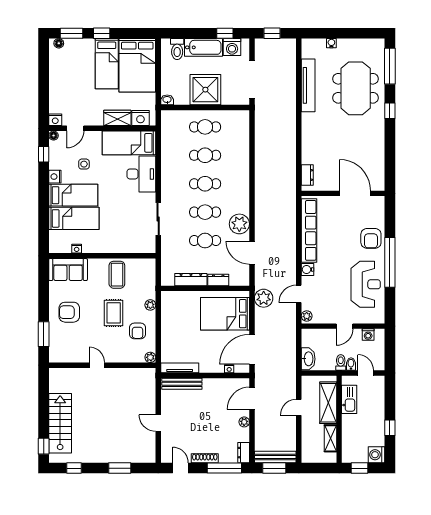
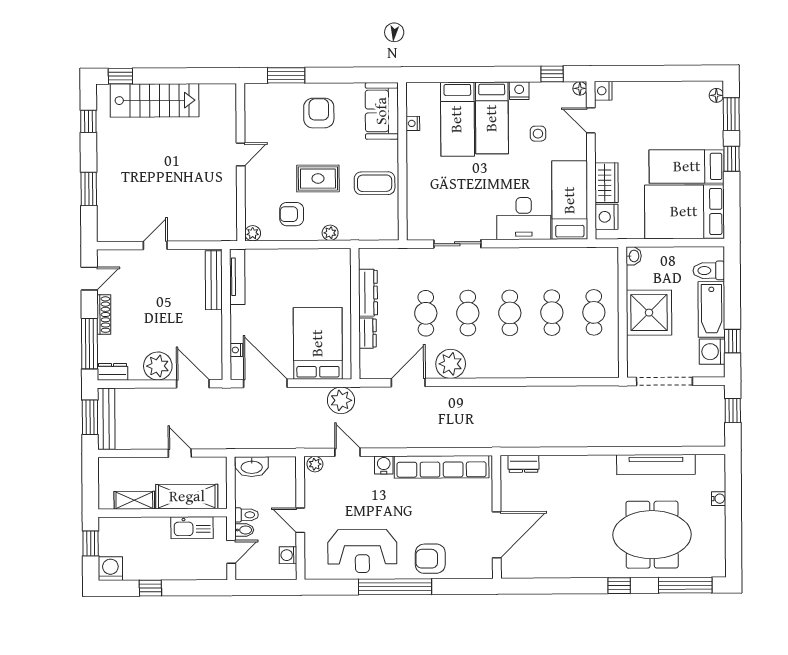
plant: (244, 422) -> (158, 366), width x1.88, depth x1.88

